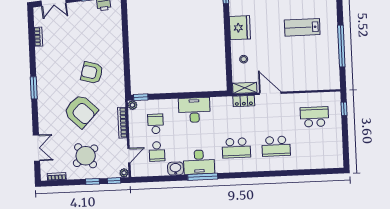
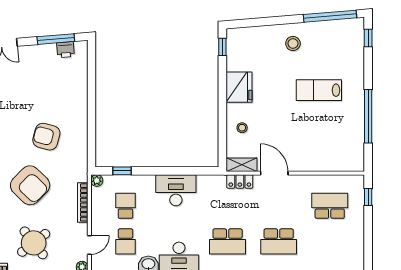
window: (141, 97) -> (122, 171), moved

